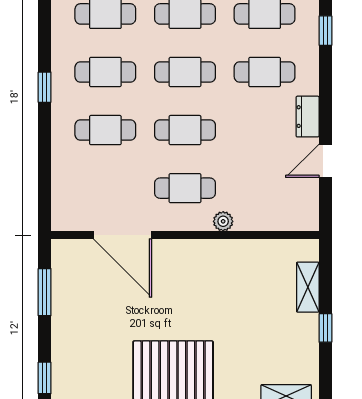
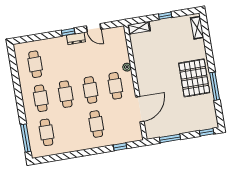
window: (325, 31) -> (68, 32), moved
cafe table: (105, 72) -> (71, 128), removed
cafe table: (265, 72) -> (60, 60), removed
window: (45, 87) -> (120, 147), moved
shelving: (308, 287) -> (139, 28), moved

